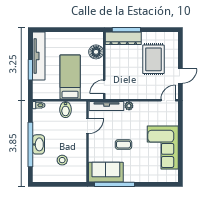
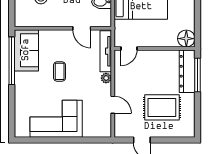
floor lamp: (96, 52) -> (186, 39), moved
door: (104, 87) -> (129, 48), swing flipped
door: (168, 100) -> (113, 105), moved

